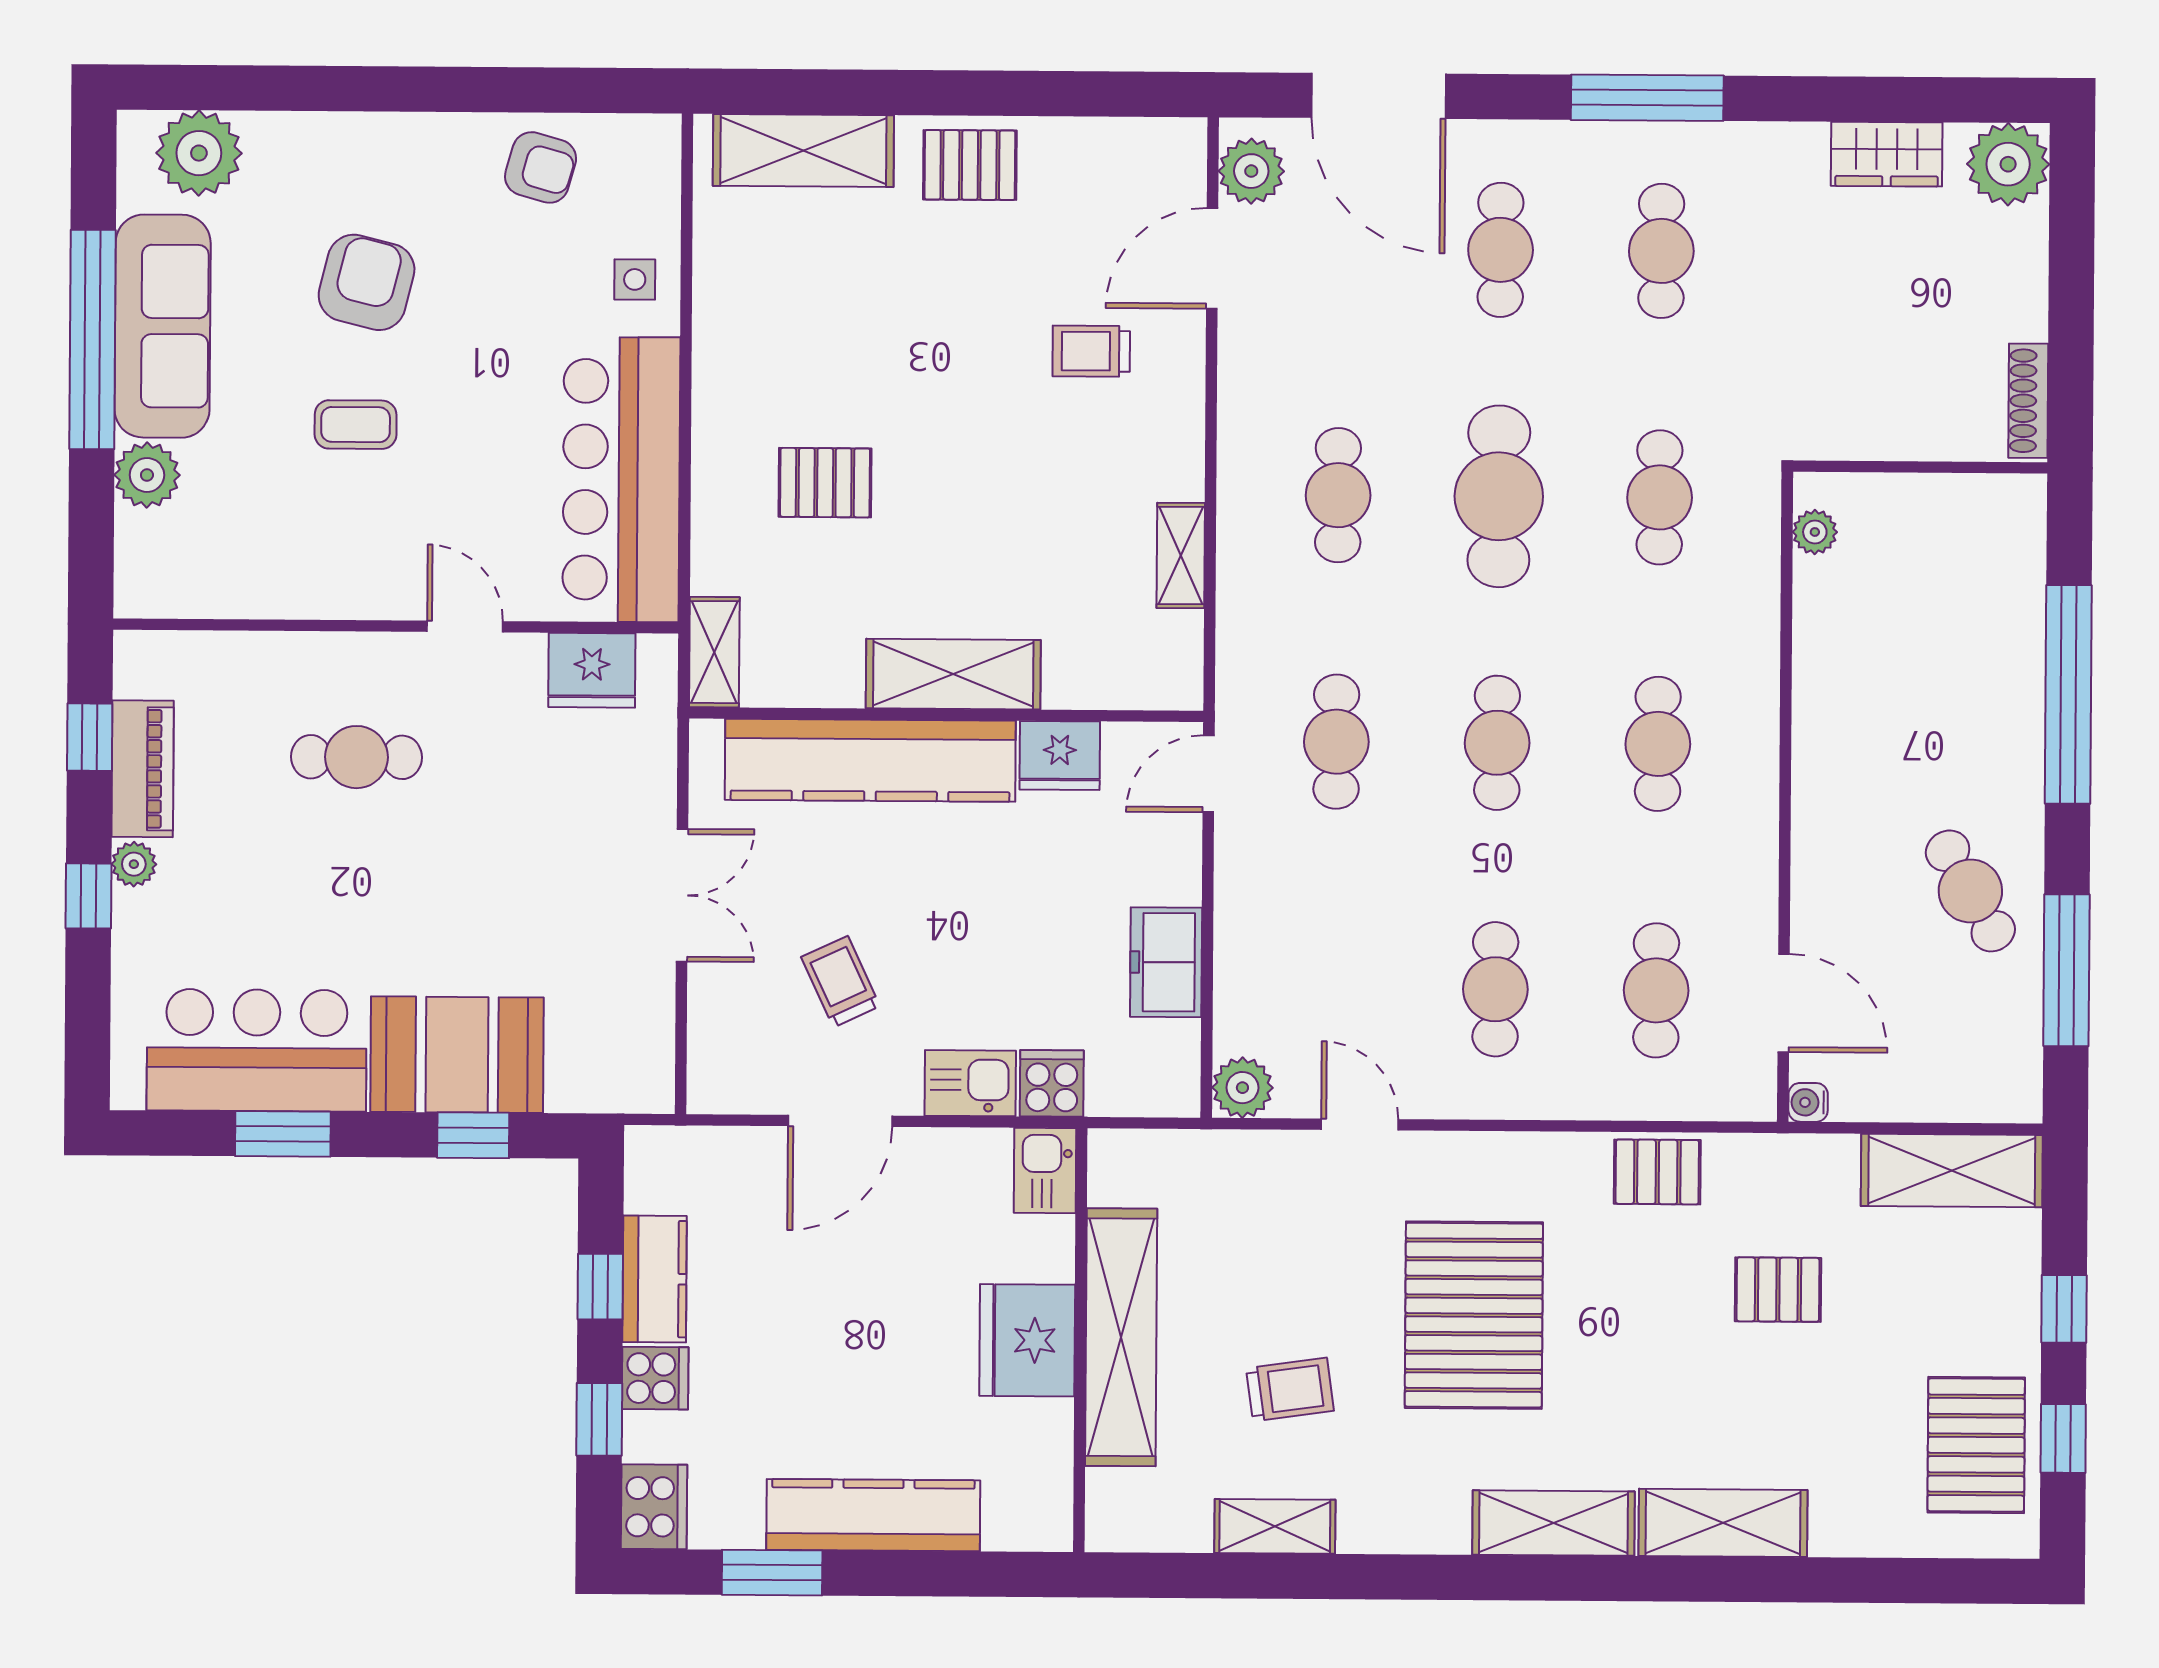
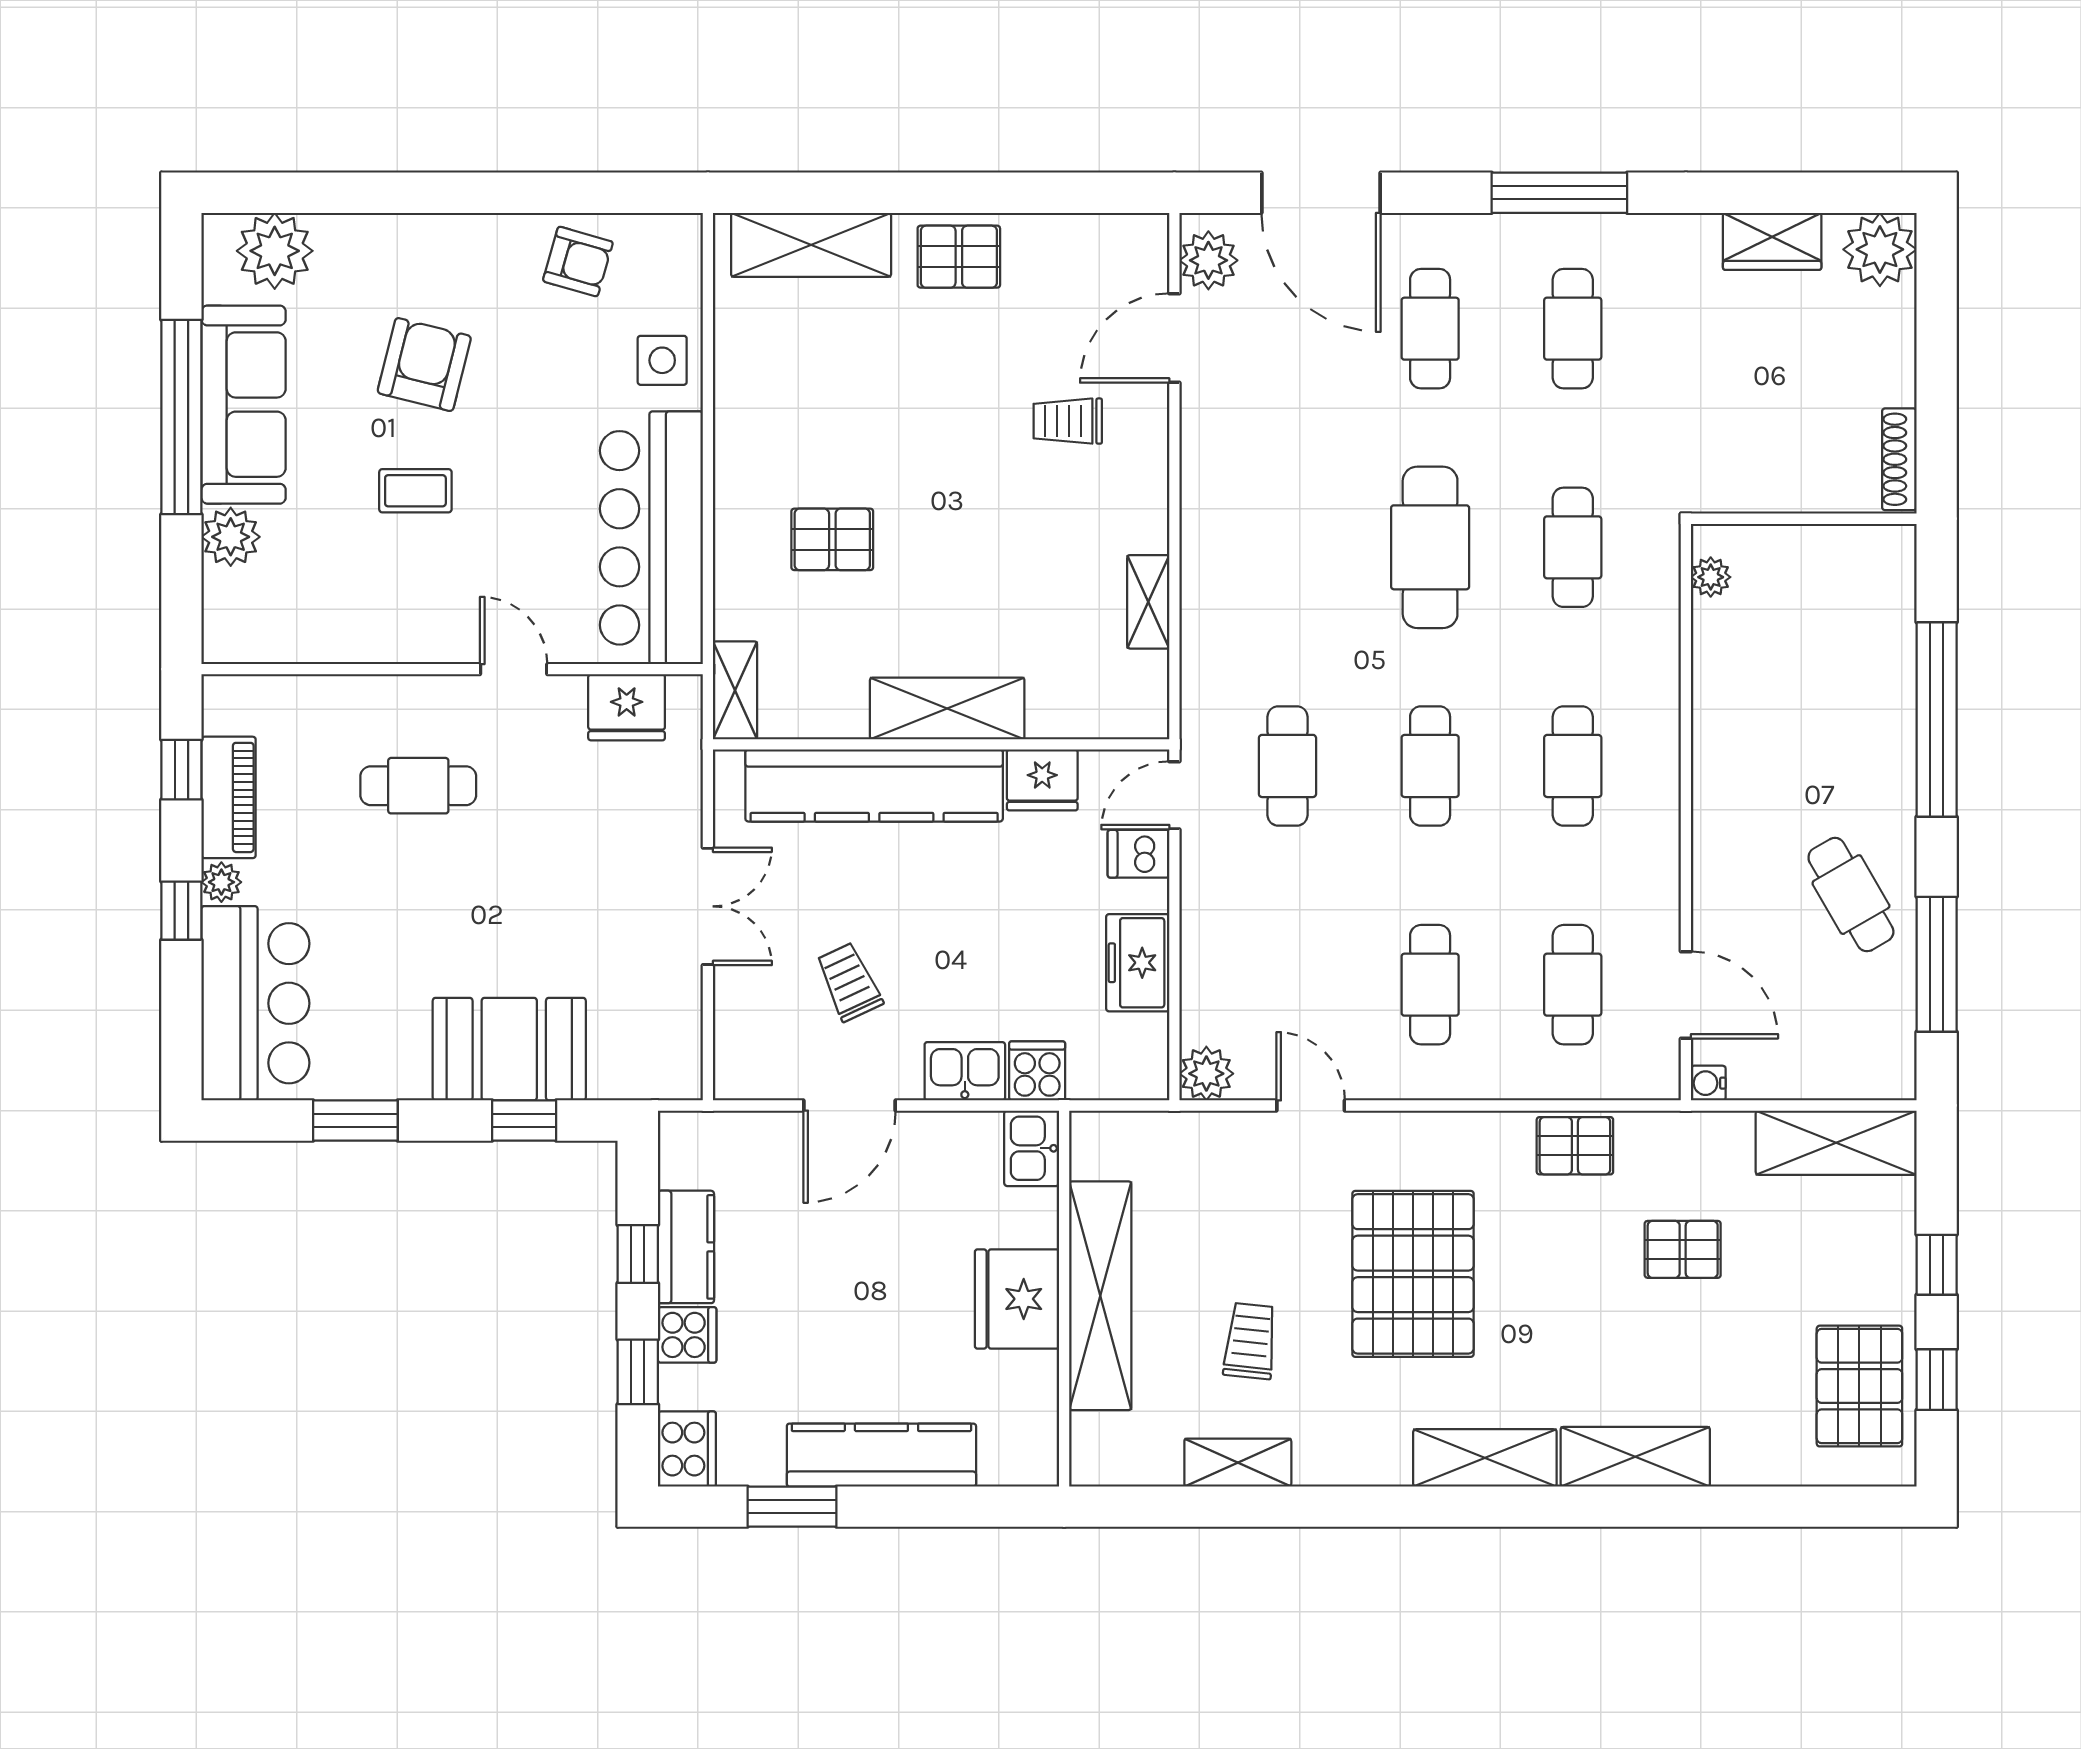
side table: (635, 279) -> (662, 360), width x1.37, depth x1.37
cafe table: (1338, 495) -> (1287, 547), removed
dishwasher: (1168, 839) -> (1138, 854), added
bar counter: (257, 1050) -> (255, 1003), moved, turned 90
trolley: (1290, 1390) -> (1250, 1341), turned -76

